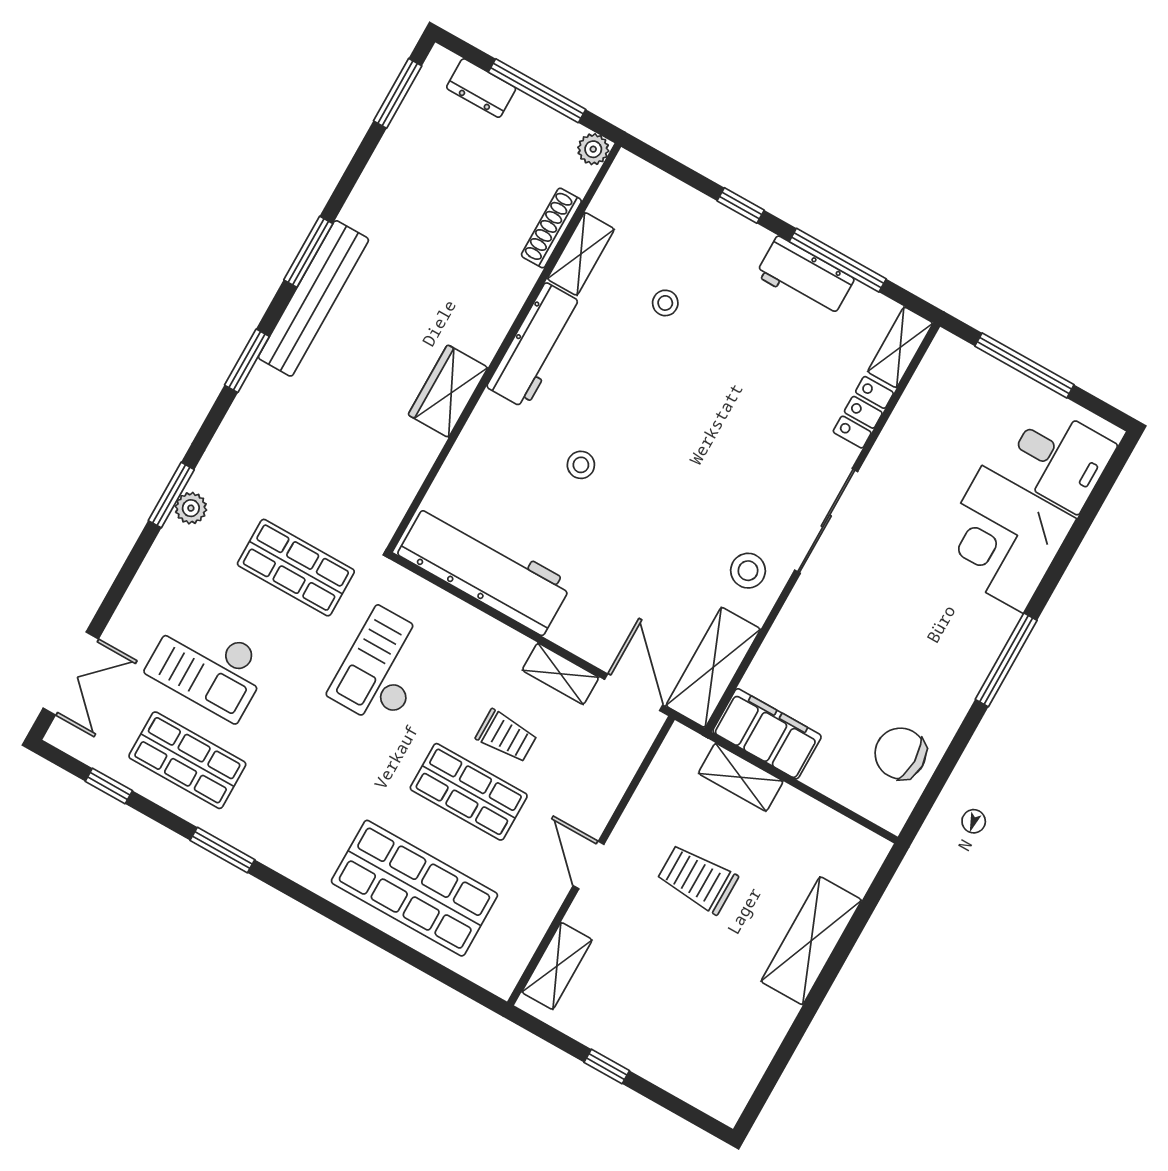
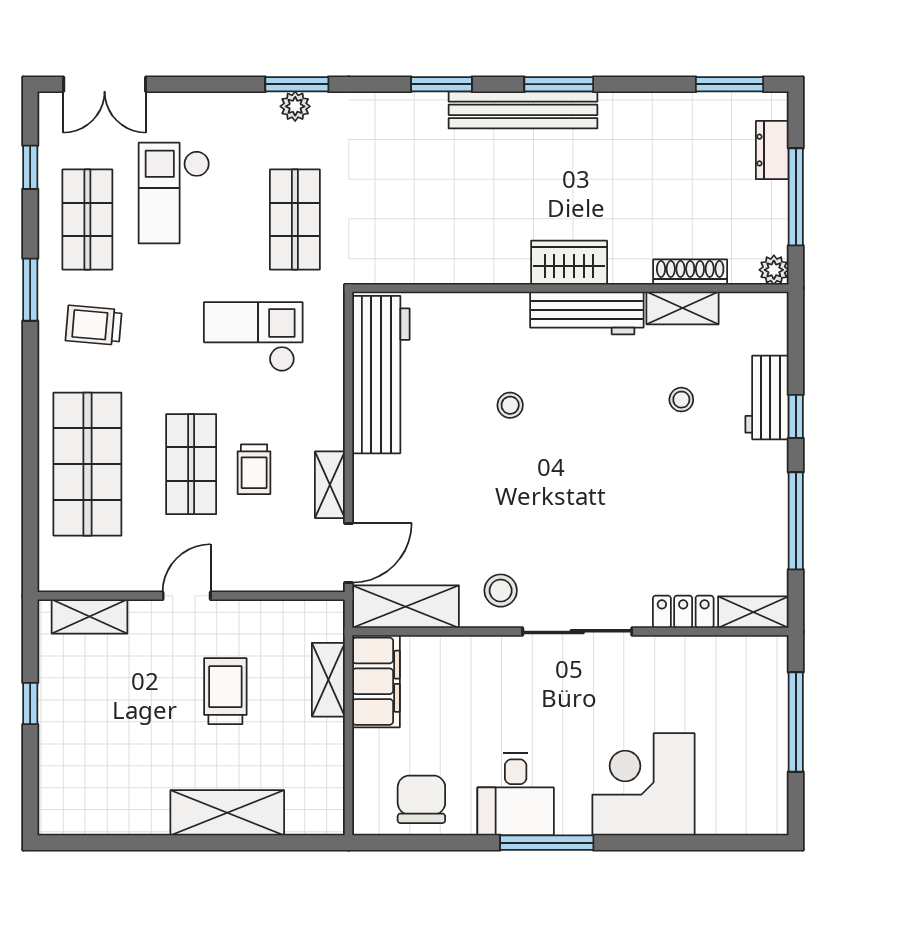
workbench: (805, 277) -> (767, 397), moved
wardrobe: (448, 391) -> (569, 263), moved
desk: (1060, 459) -> (516, 794), moved
trolley: (289, 810) -> (94, 325), added

